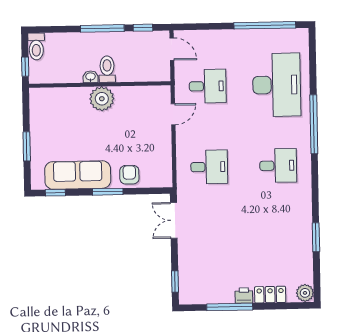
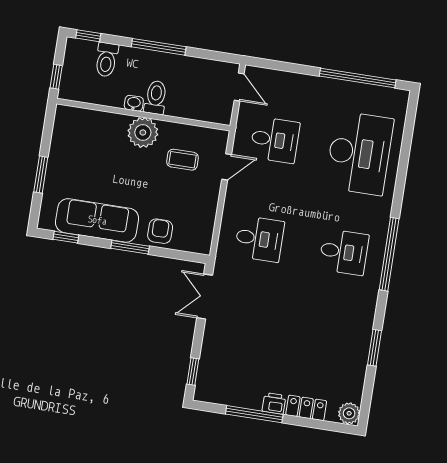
window: (143, 28) -> (88, 36), moved
toilet: (36, 46) -> (106, 60), moved
coffee table: (137, 115) -> (182, 160), added
window: (314, 124) -> (389, 254), moved

